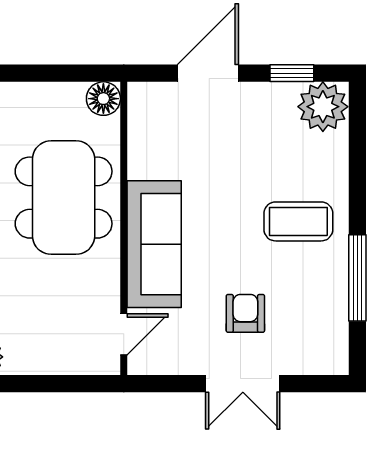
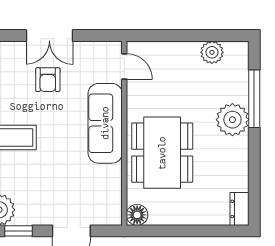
door: (124, 334) -> (124, 66), swing flipped
double door: (243, 384) -> (49, 36), swing flipped

